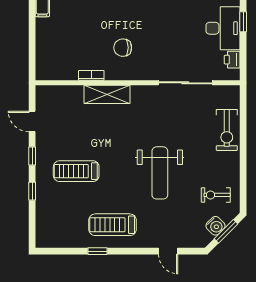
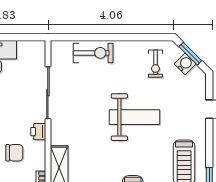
chair: (123, 48) -> (14, 153), turned -90
printer: (232, 60) -> (38, 132), moved, turned 90

